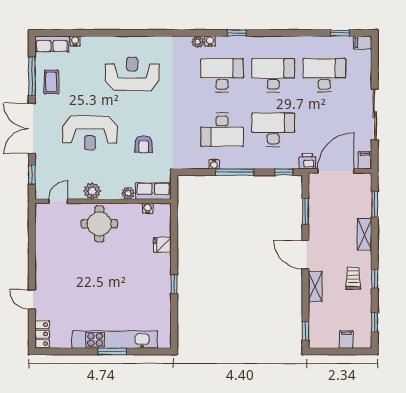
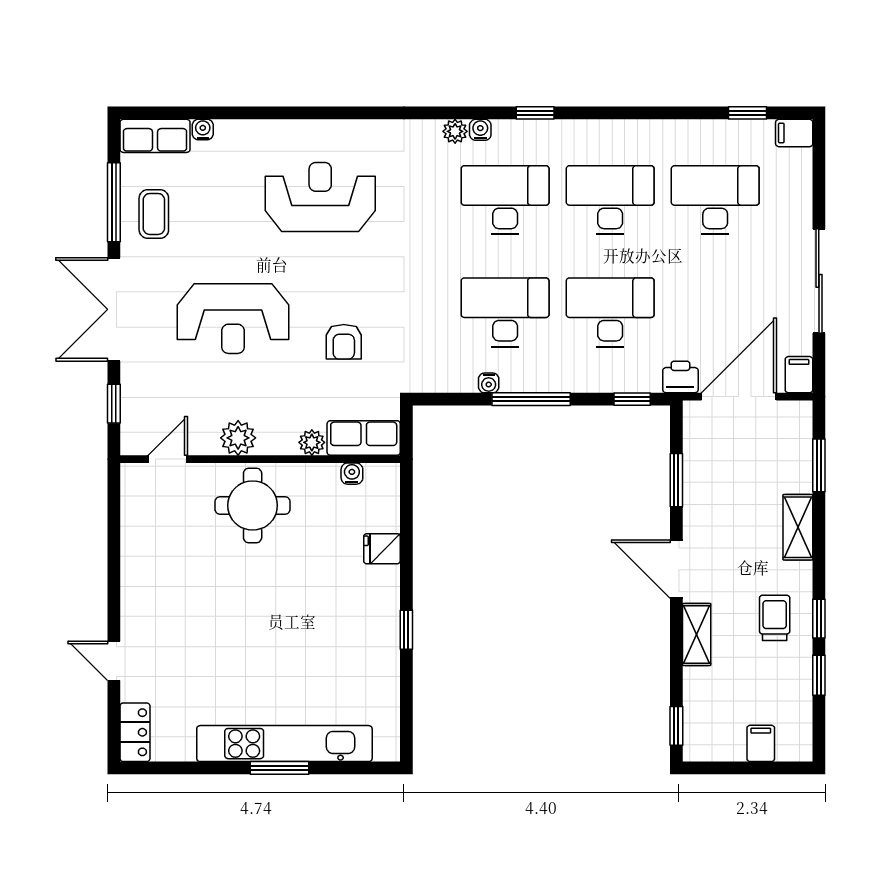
desk: (222, 130) -> (505, 312), turned 180
window: (375, 322) -> (819, 675), moved

